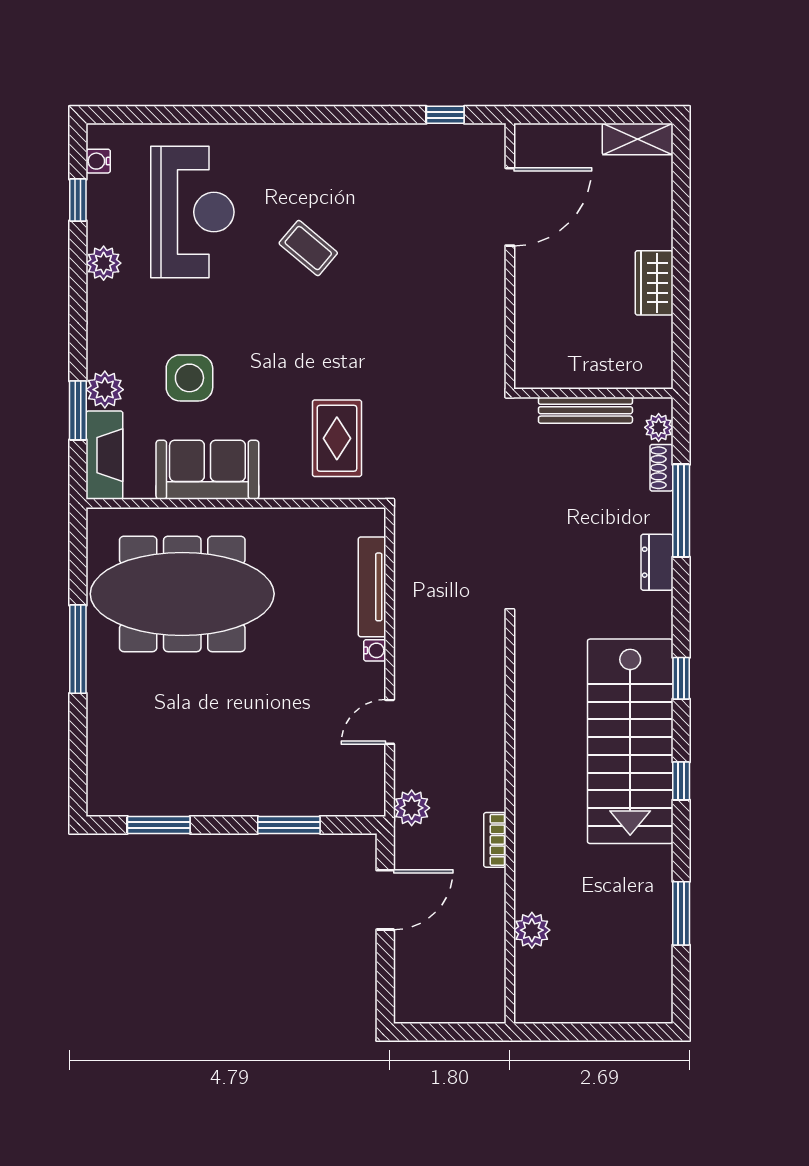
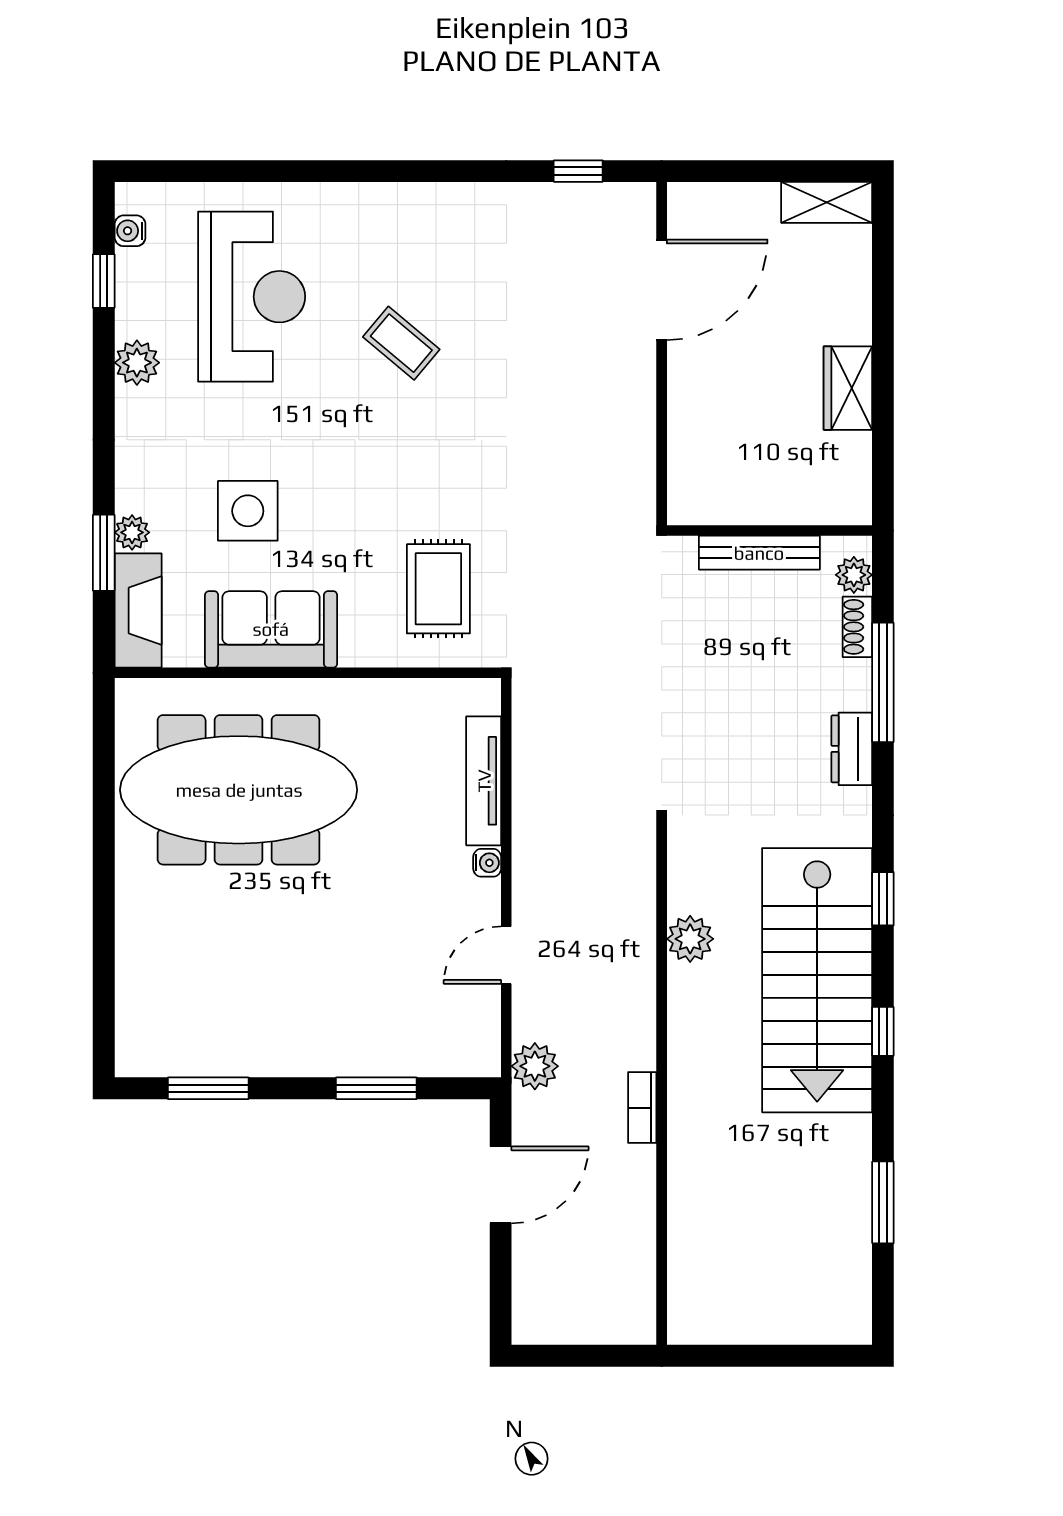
plant: (105, 390) -> (132, 532), width x0.73, depth x0.73
window: (78, 649) -> (104, 861), removed
plant: (532, 930) -> (690, 939), moved

